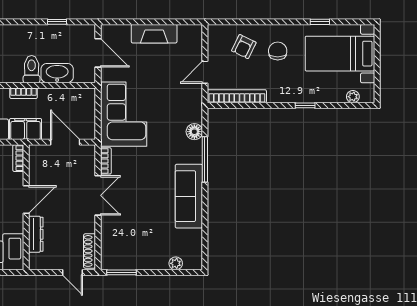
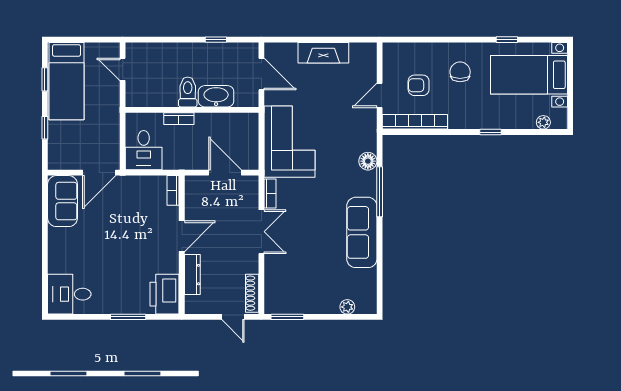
armchair: (244, 47) -> (419, 85), moved, turned 64
filing cabinet: (26, 129) -> (181, 158), removed

